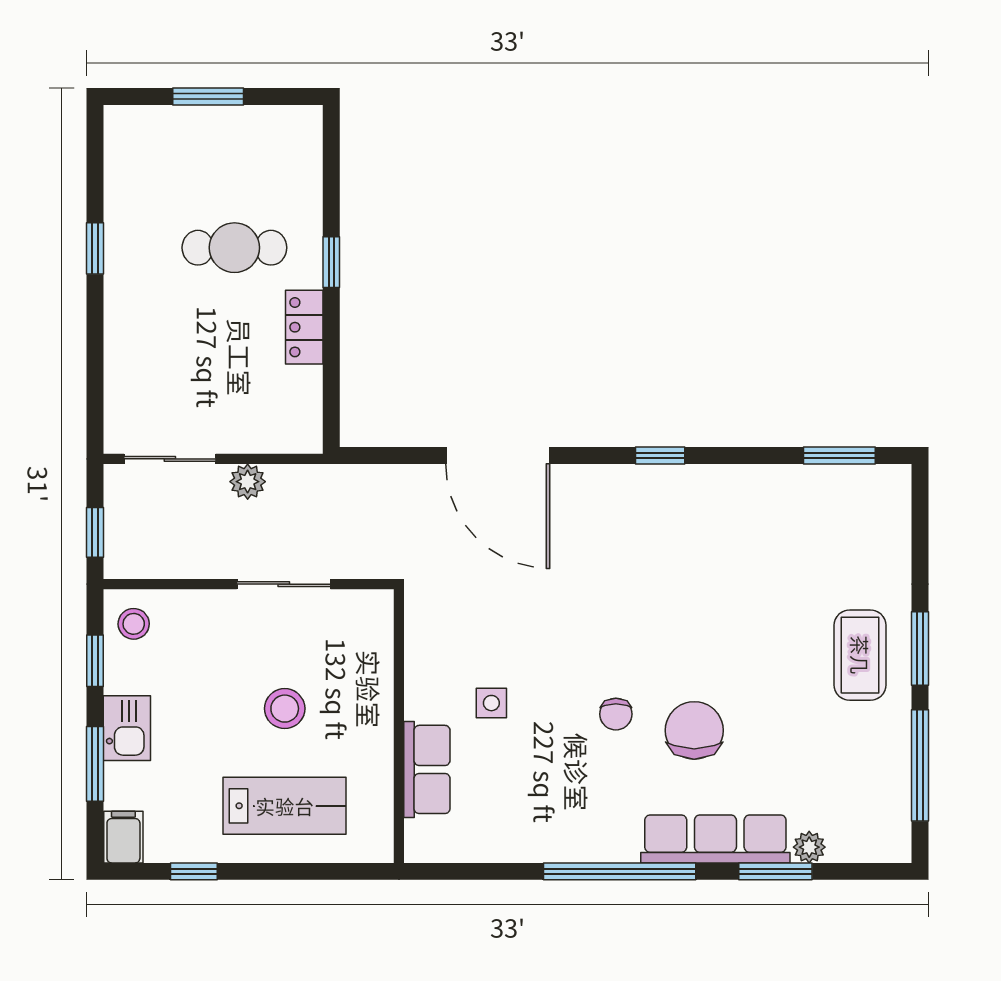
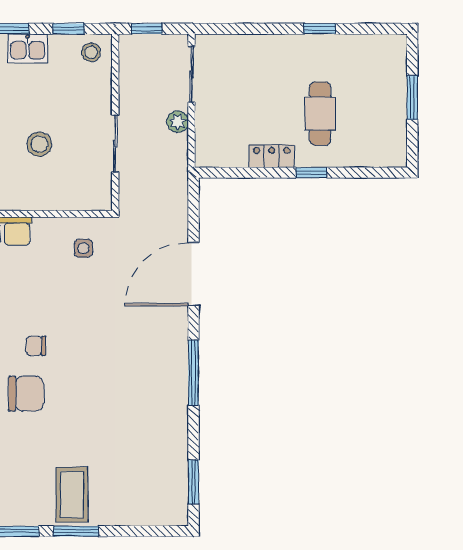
window: (660, 456) -> (194, 373), width x2.17
coffee table: (860, 655) -> (72, 495), turned 90
side table: (491, 703) -> (83, 248), moved

